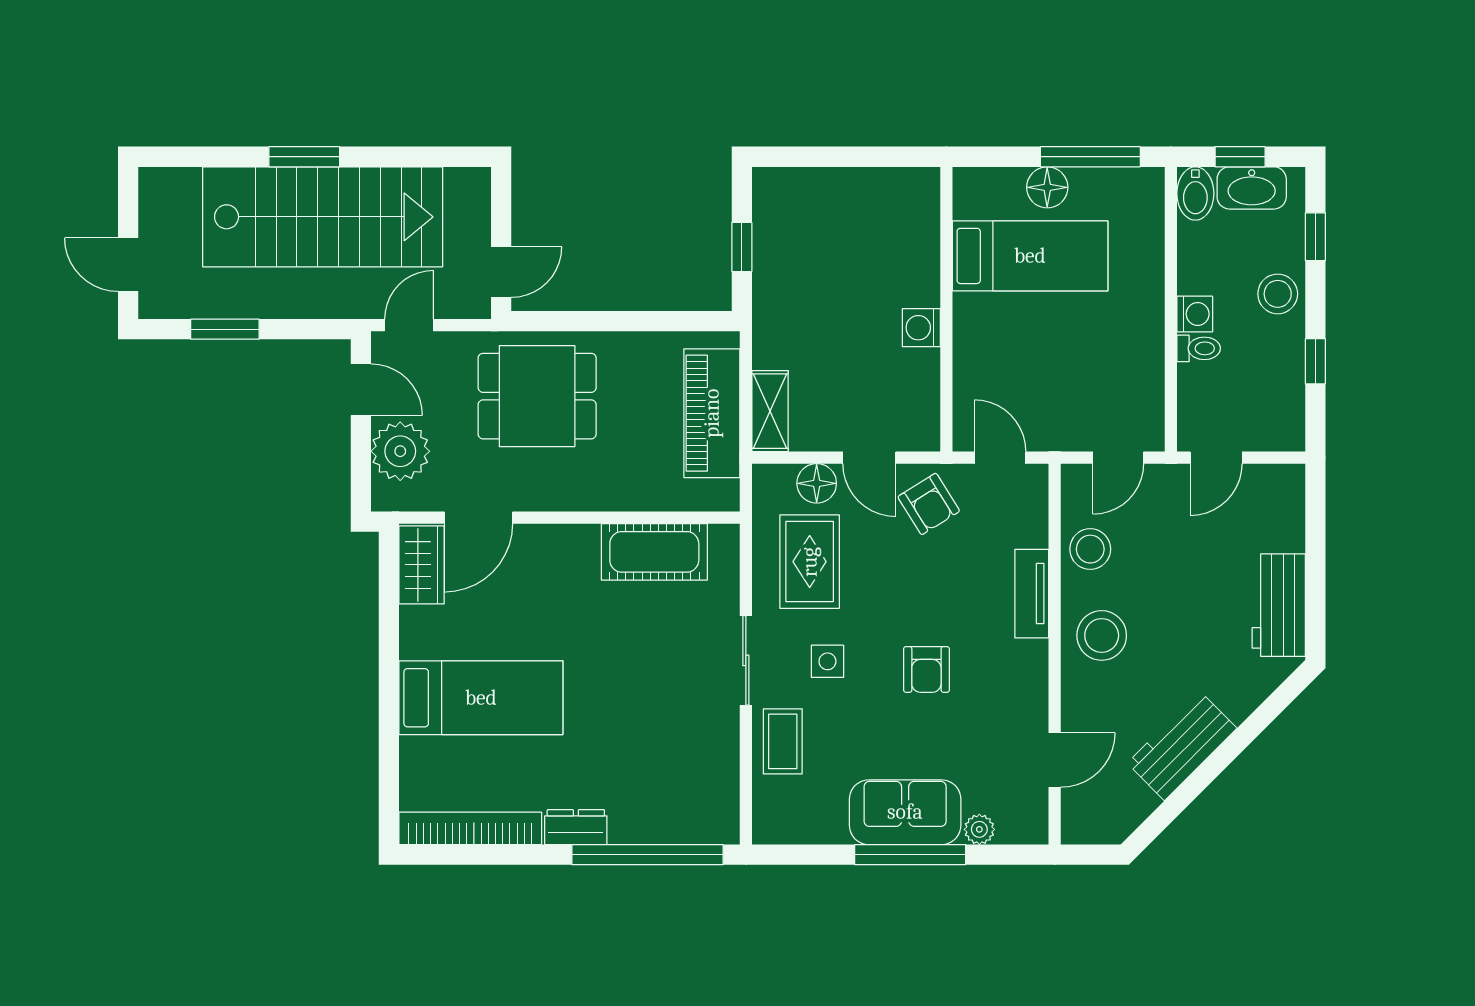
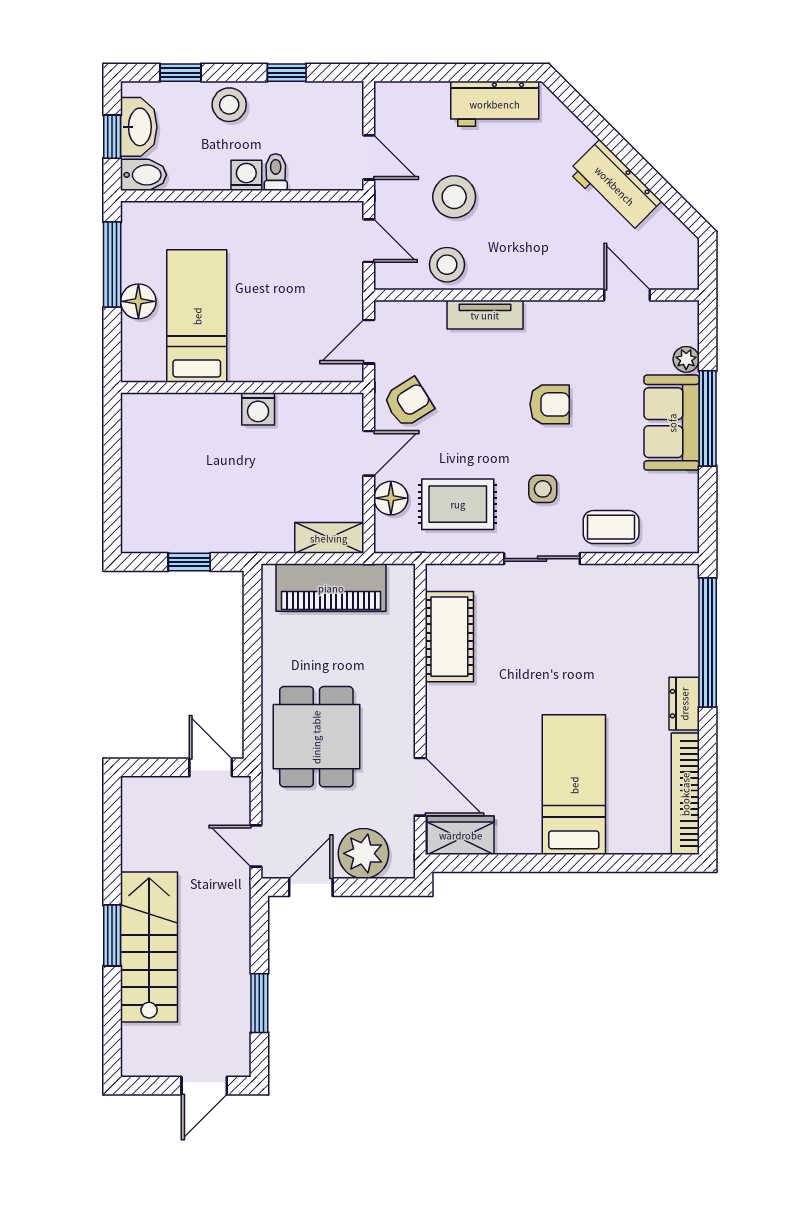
stairs: (323, 217) -> (149, 947), width x0.73, depth x0.66
stool: (1102, 635) -> (454, 197), moved

